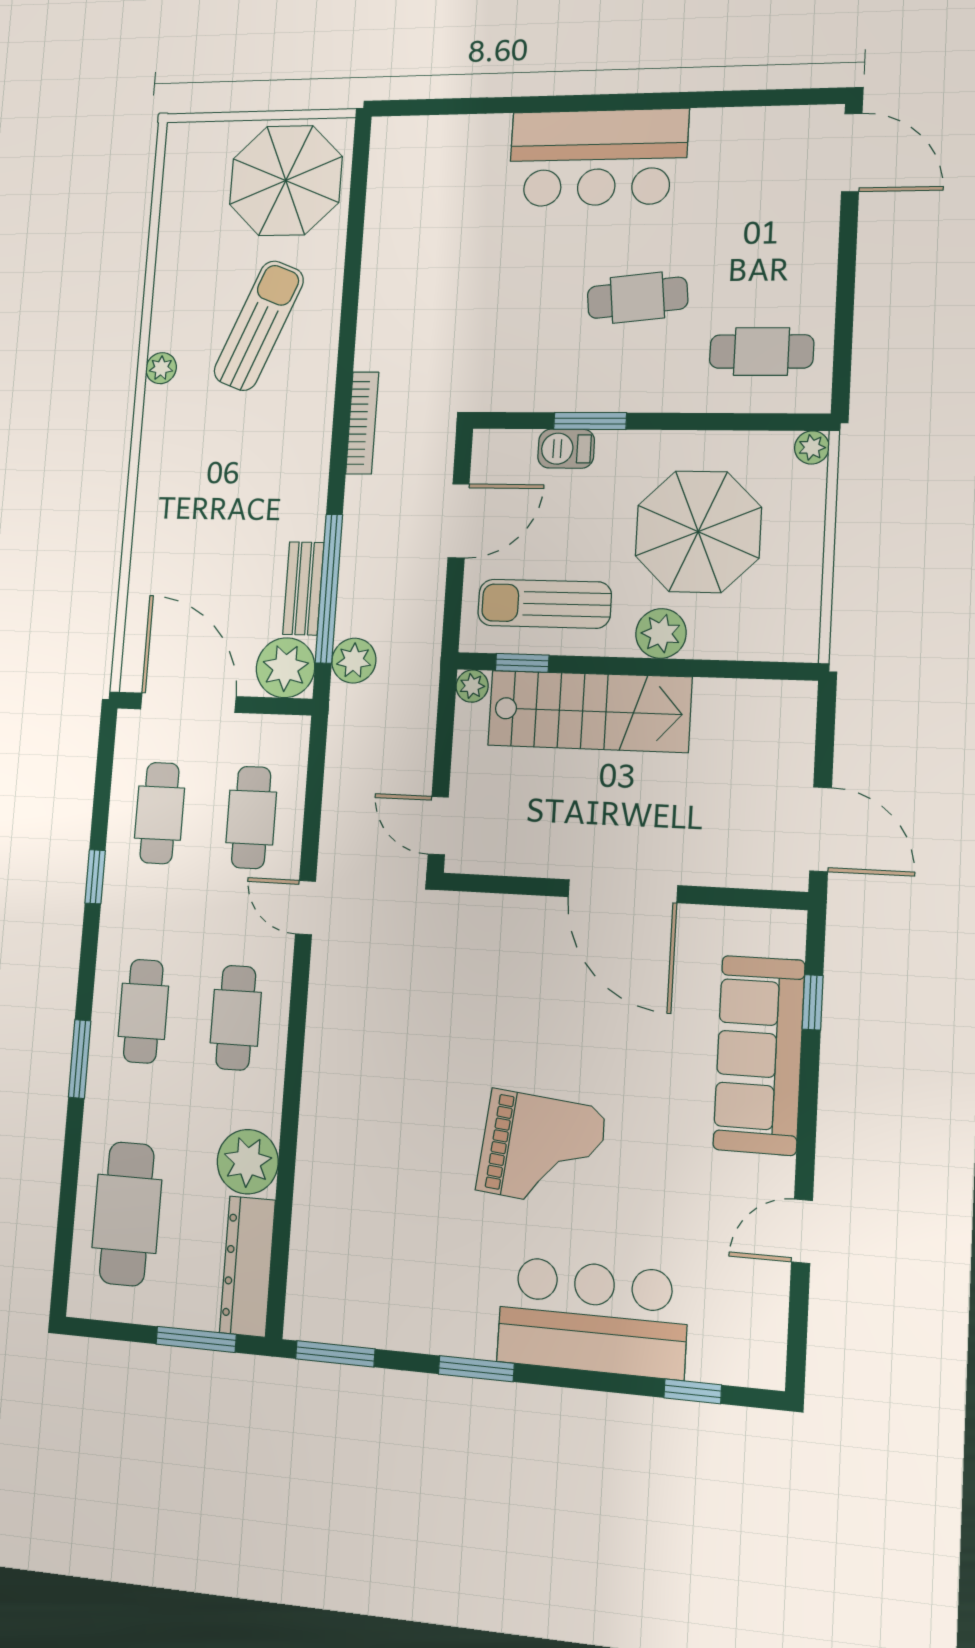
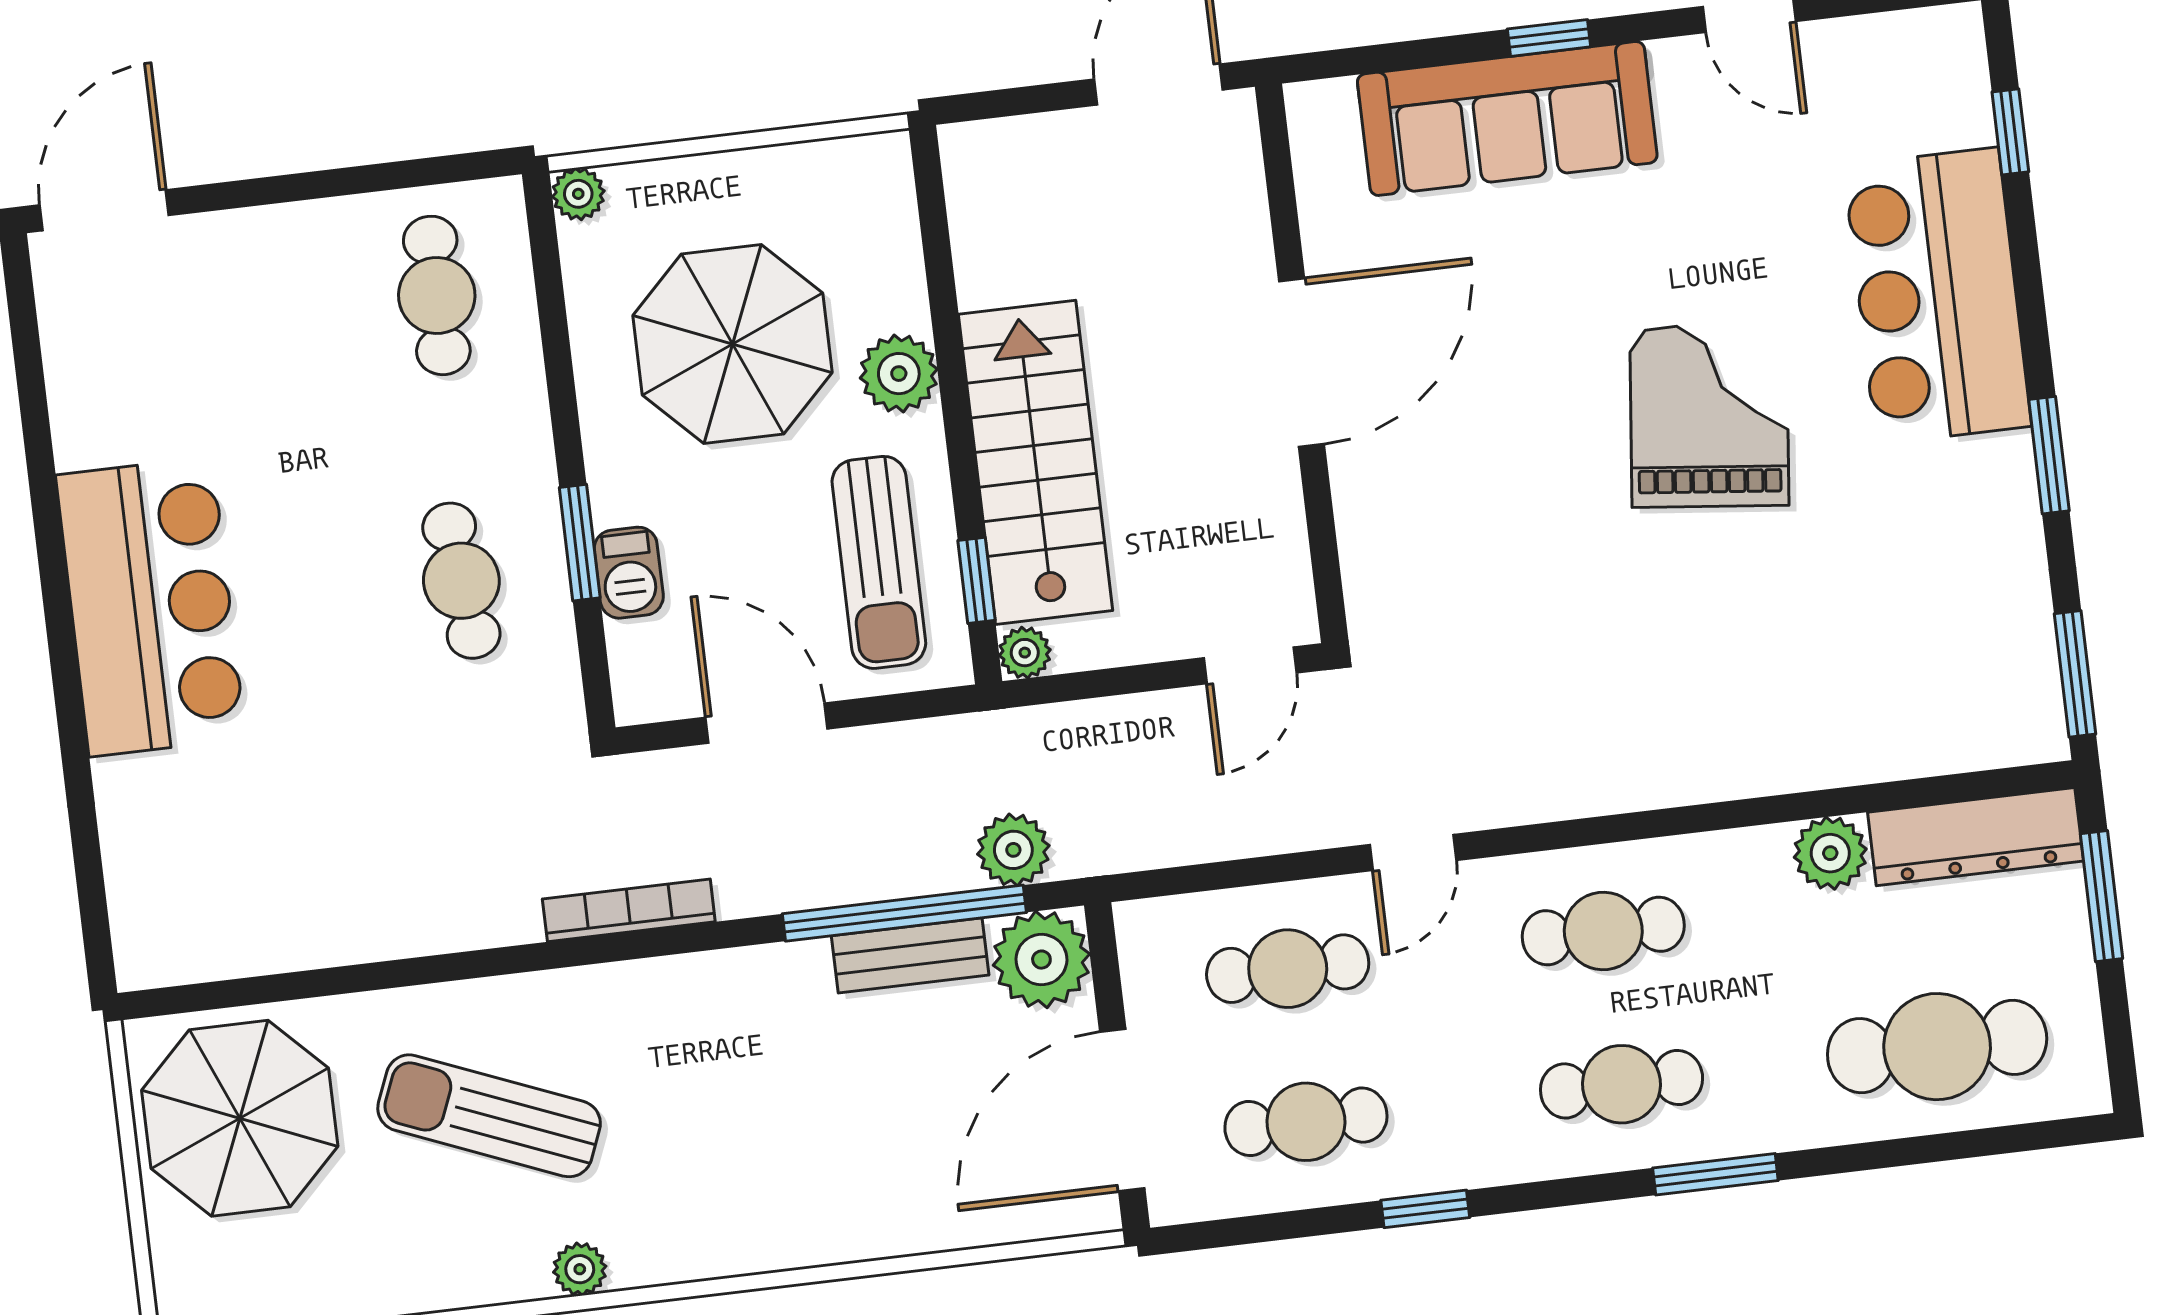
cafe table: (637, 298) -> (461, 581), moved
window: (813, 1002) -> (1549, 38), moved
plant: (248, 1162) -> (1830, 853), width x0.73, depth x0.73

